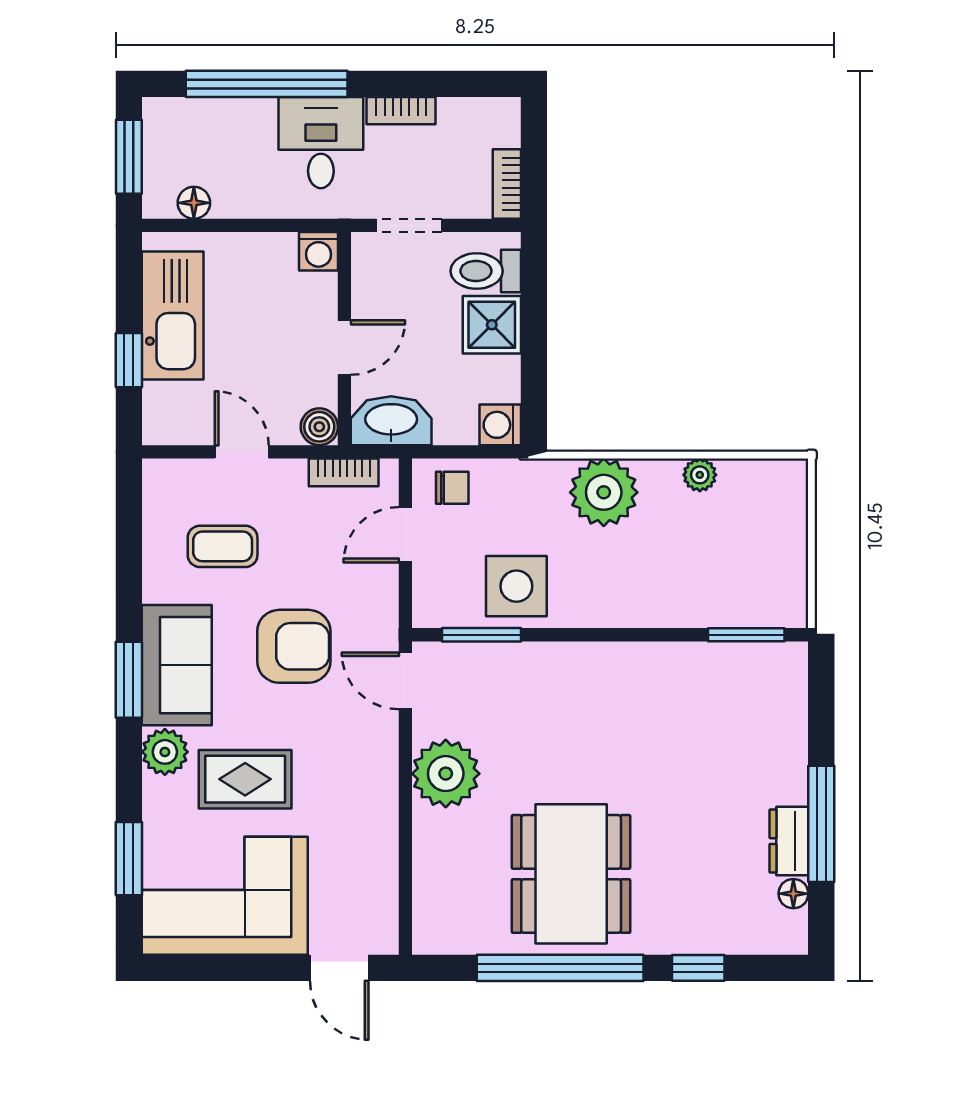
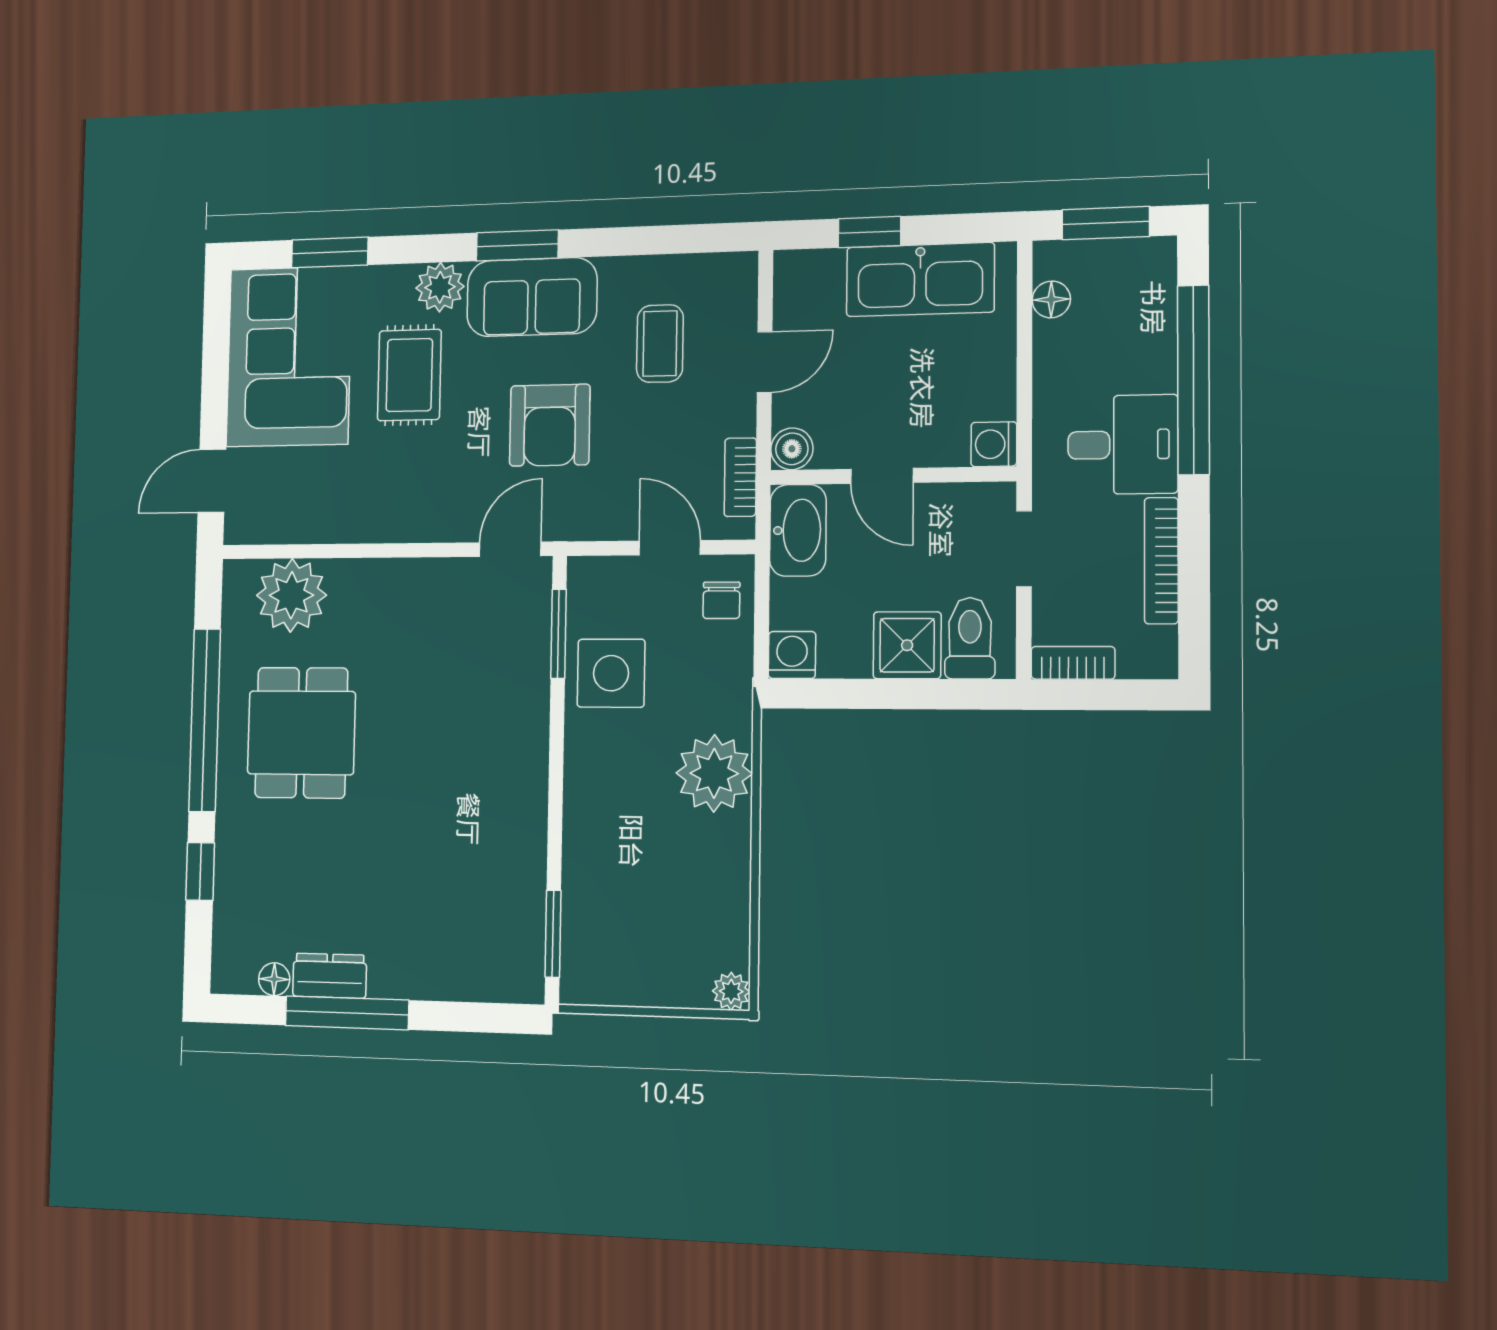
bookcase: (401, 111) -> (1161, 561), width x1.56
plant: (700, 475) -> (731, 991), moved
plant: (446, 774) -> (291, 595), moved
dining table: (571, 874) -> (301, 733), width x0.73

